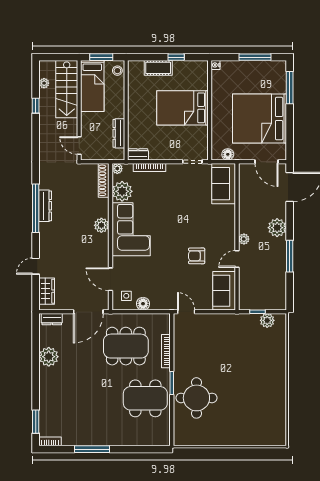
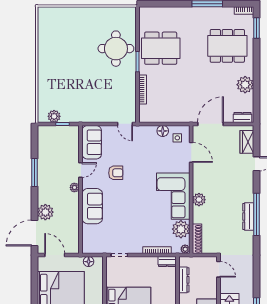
sofa: (224, 184) -> (92, 206), moved
plant: (277, 228) -> (45, 212), moved
dining table: (126, 346) -> (227, 46), moved

